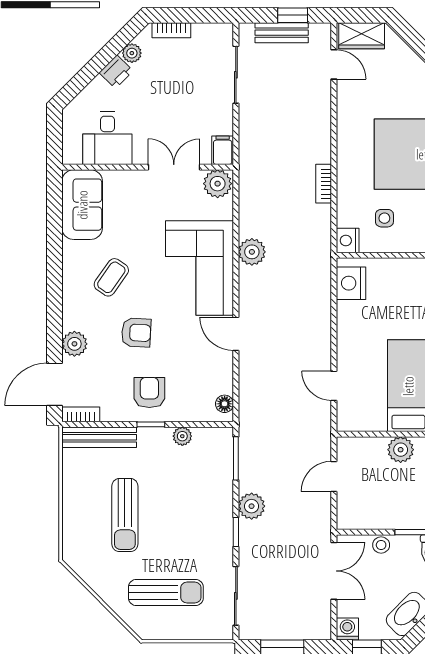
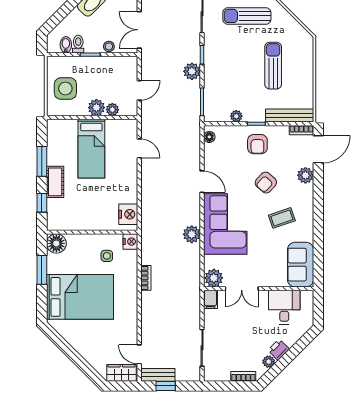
bench: (282, 33) -> (158, 375), moved
coffee table: (111, 277) -> (282, 218), turned 36
armchair: (136, 333) -> (266, 183), turned -51
plant: (376, 447) -> (112, 110), added

